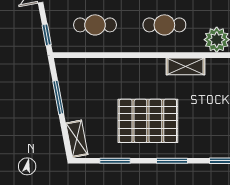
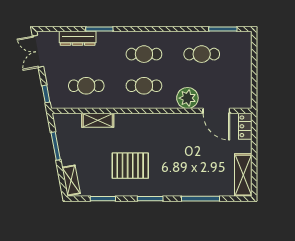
shelving: (185, 66) -> (98, 120), moved
pallet: (148, 121) -> (130, 166), width x0.73, depth x0.71

